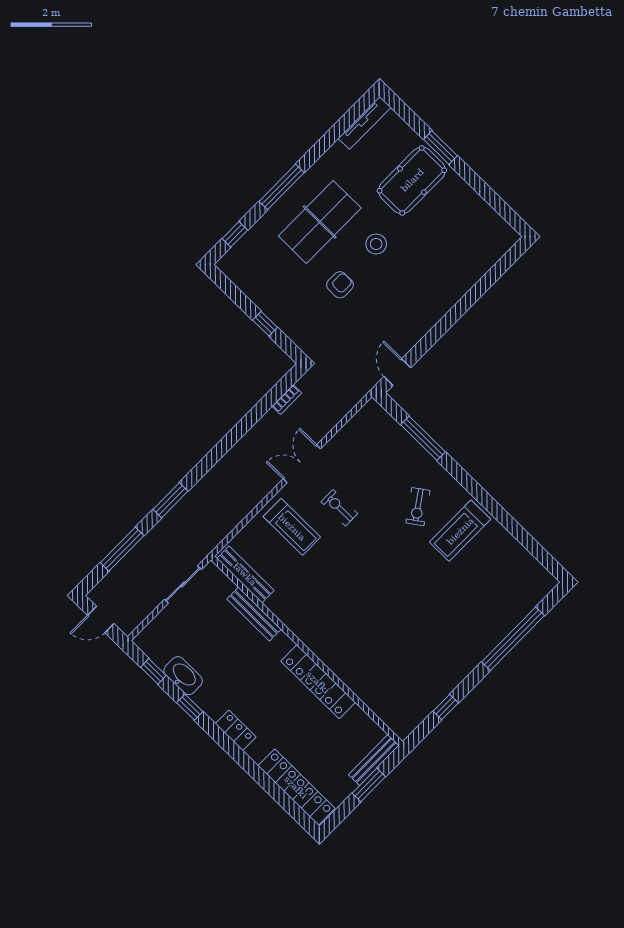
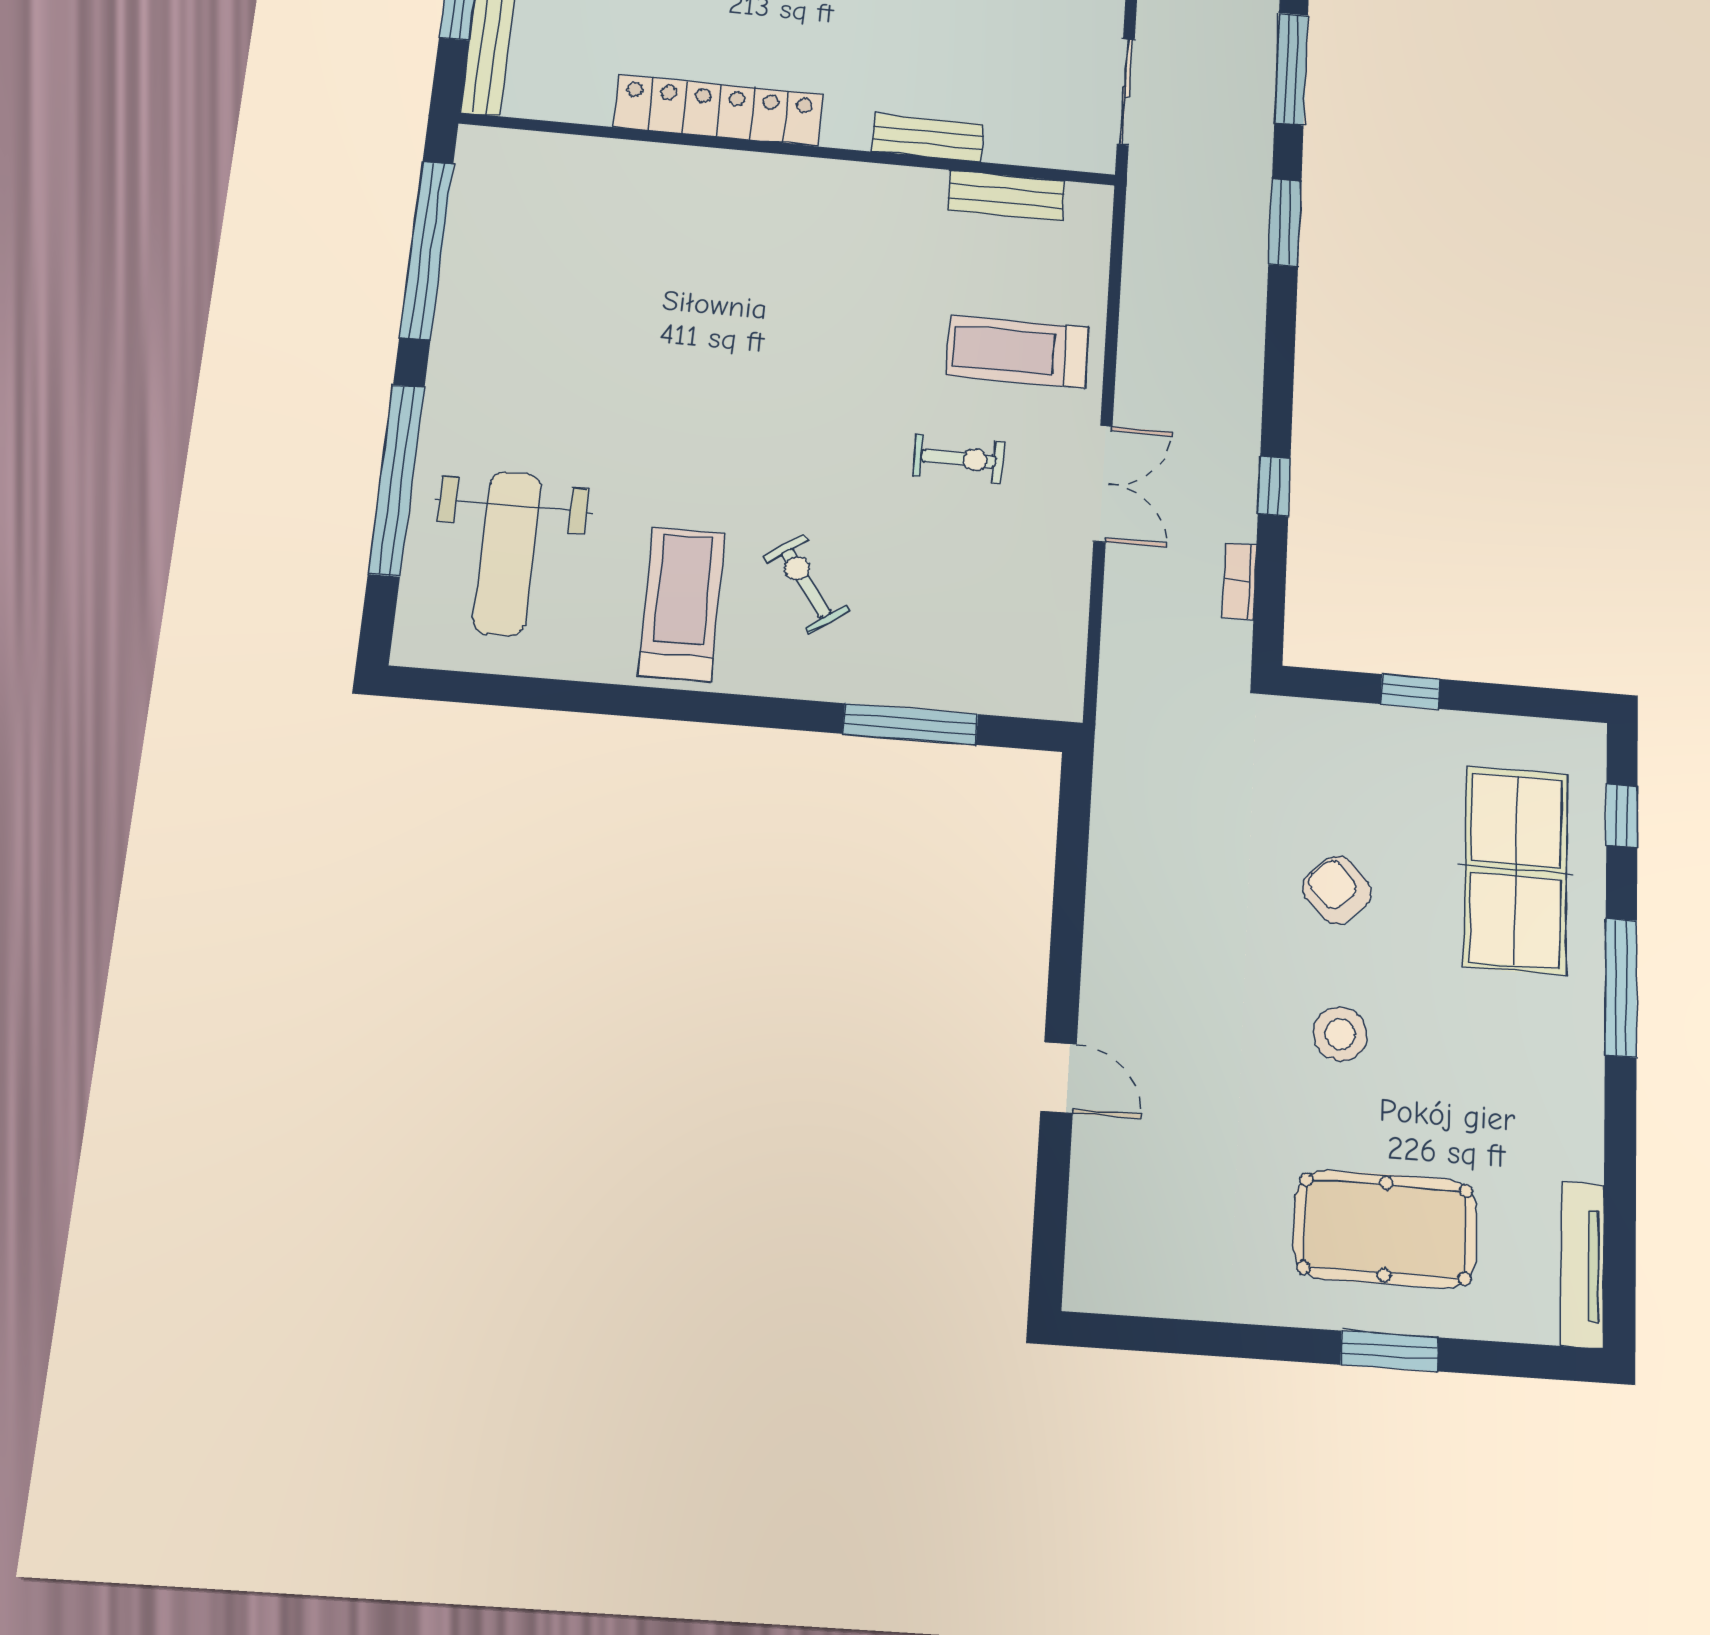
pool table: (412, 180) -> (1385, 1229), turned 90
table tennis table: (320, 222) -> (1516, 870), moved
armchair: (340, 285) -> (1337, 890), turned 137
door: (397, 372) -> (1059, 1078), moved
window: (250, 420) -> (1274, 486), added
bench: (245, 574) -> (1006, 196), width x0.73
weight bench: (499, 589) -> (507, 553), added
bench: (254, 614) -> (928, 138), width x0.73
window: (446, 707) -> (427, 250), width x3.17

